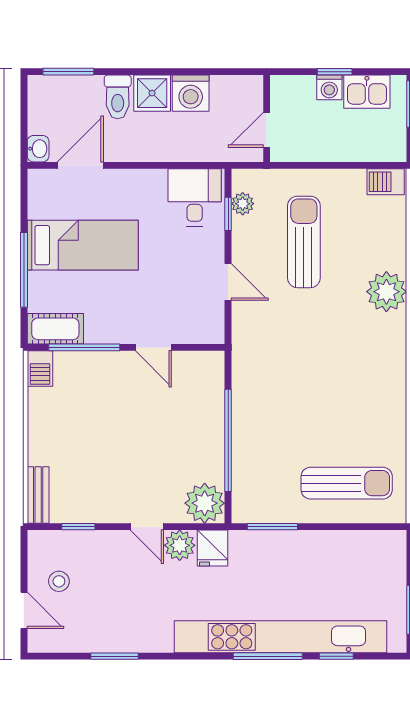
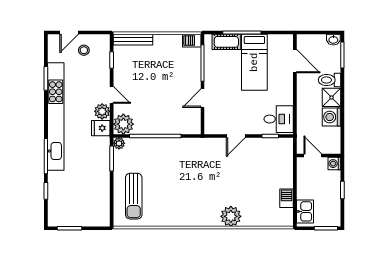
washing machine: (329, 87) -> (334, 164), moved
kitchen sink: (367, 92) -> (305, 211), moved, turned 180
washbasin: (38, 149) -> (333, 40), moved
barbecue: (386, 182) -> (287, 198), moved
plant: (243, 204) -> (119, 143), moved
sun lounger: (304, 242) -> (256, 174), removed
cot: (55, 329) -> (226, 42), moved, turned 90
bench: (38, 495) -> (133, 40), width x1.36
door: (147, 527) -> (112, 95), swing flipped
kitchen unit: (281, 637) -> (56, 117), moved

